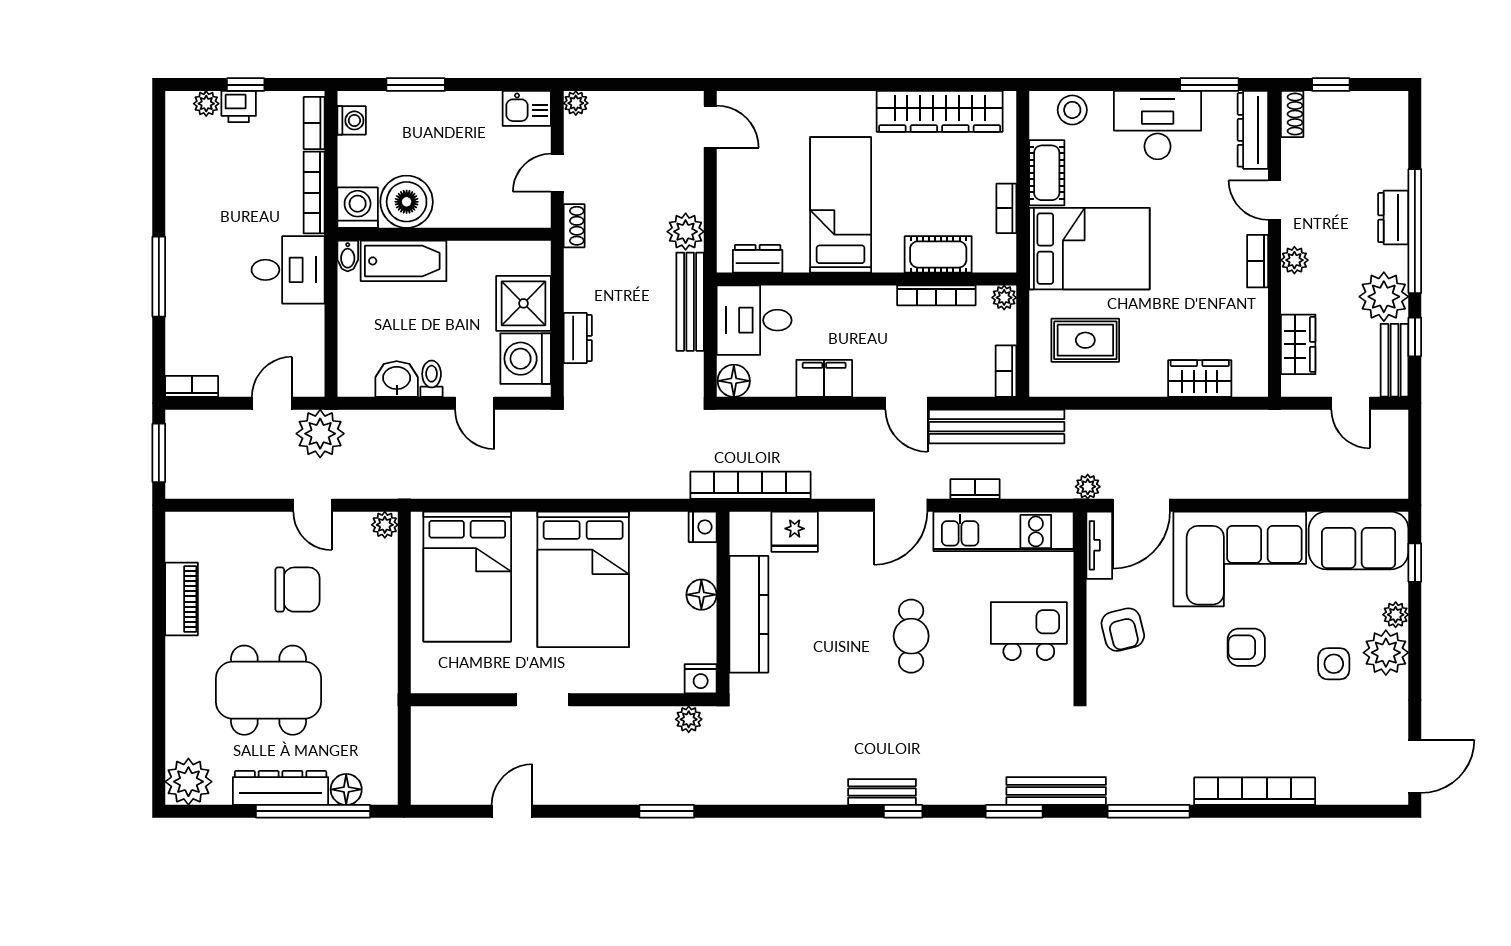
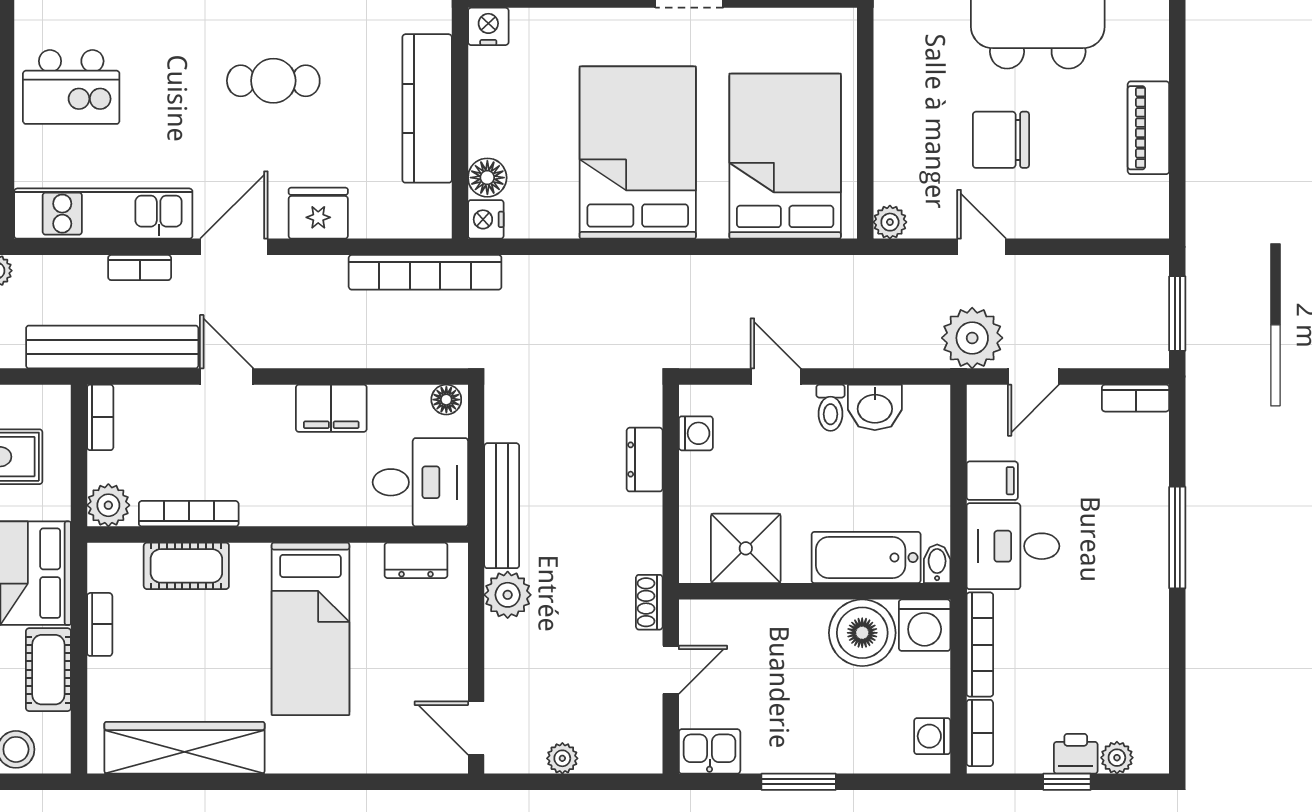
window: (416, 85) -> (799, 782), moved
plant: (576, 103) -> (562, 758), moved
plant: (1004, 298) -> (108, 505), width x1.38, depth x1.38
shower: (523, 303) -> (746, 548), moved
filing cabinet: (304, 321) -> (992, 481), added
washing machine: (526, 359) -> (696, 433), width x0.53, depth x0.53
floor lamp: (734, 381) -> (446, 400), width x0.73, depth x0.73
fridge: (795, 532) -> (318, 213), moved
floor lamp: (701, 595) -> (487, 178), moved
cafe table: (911, 636) -> (273, 81), moved, turned 90

